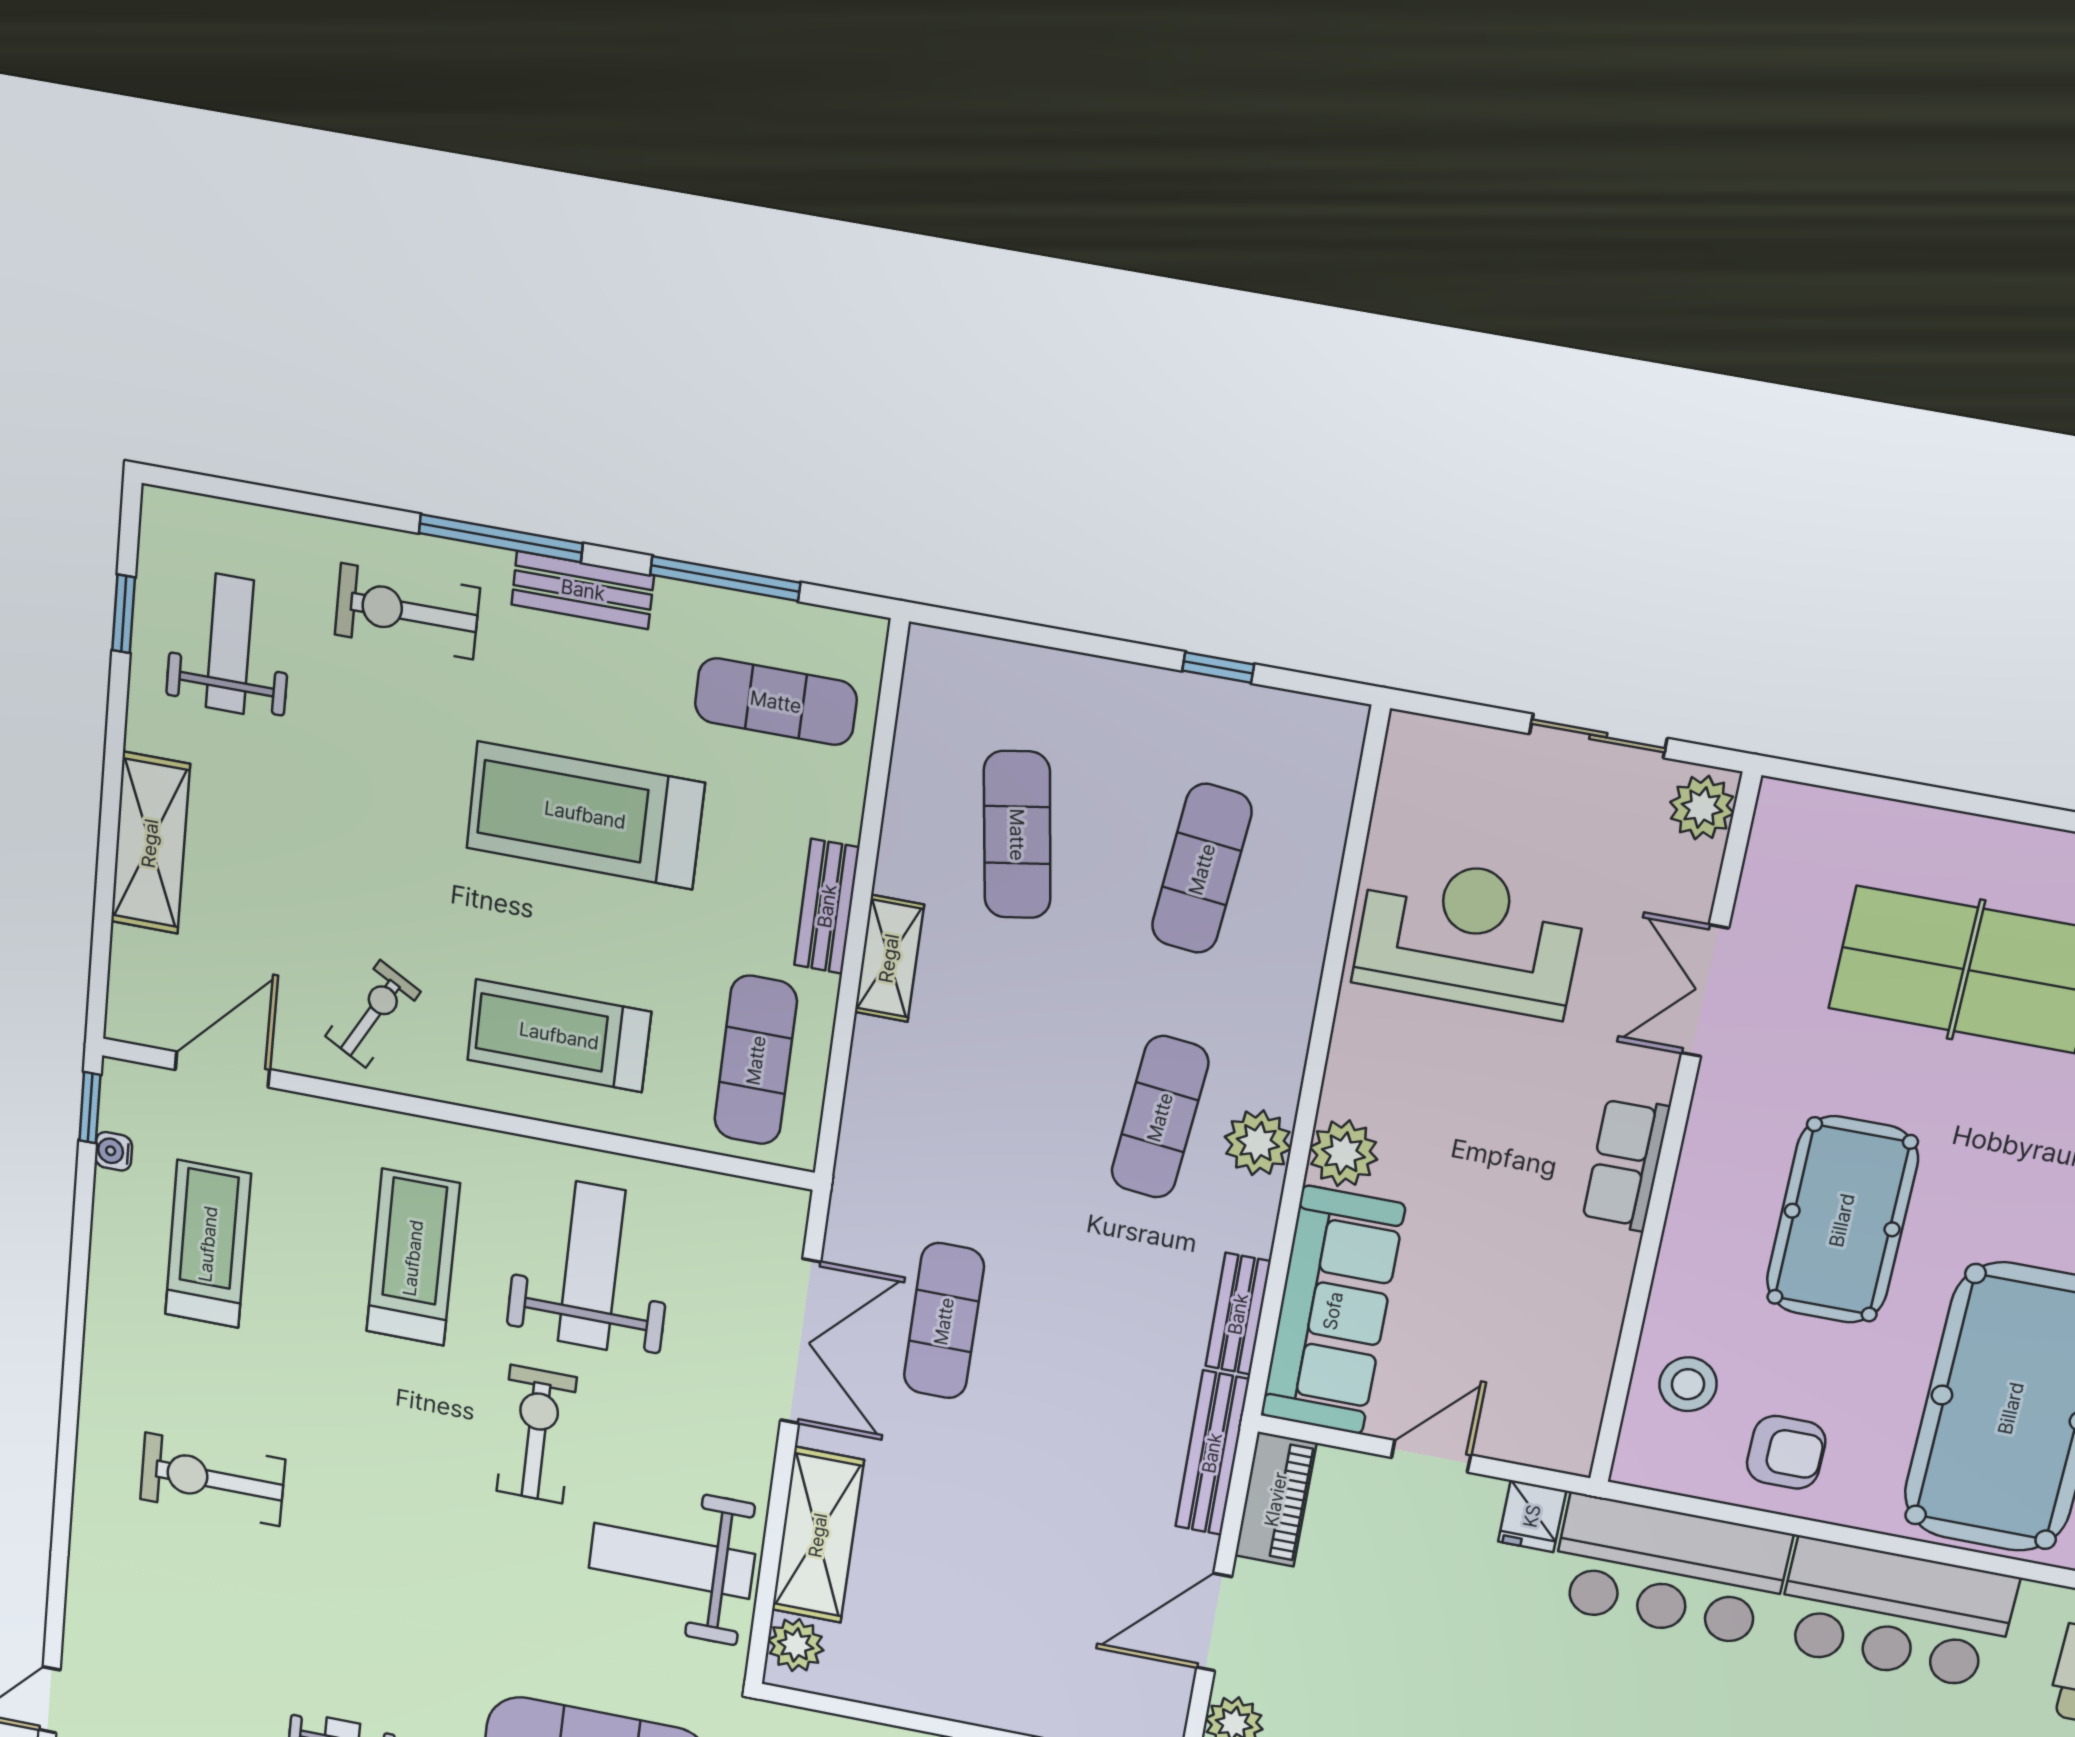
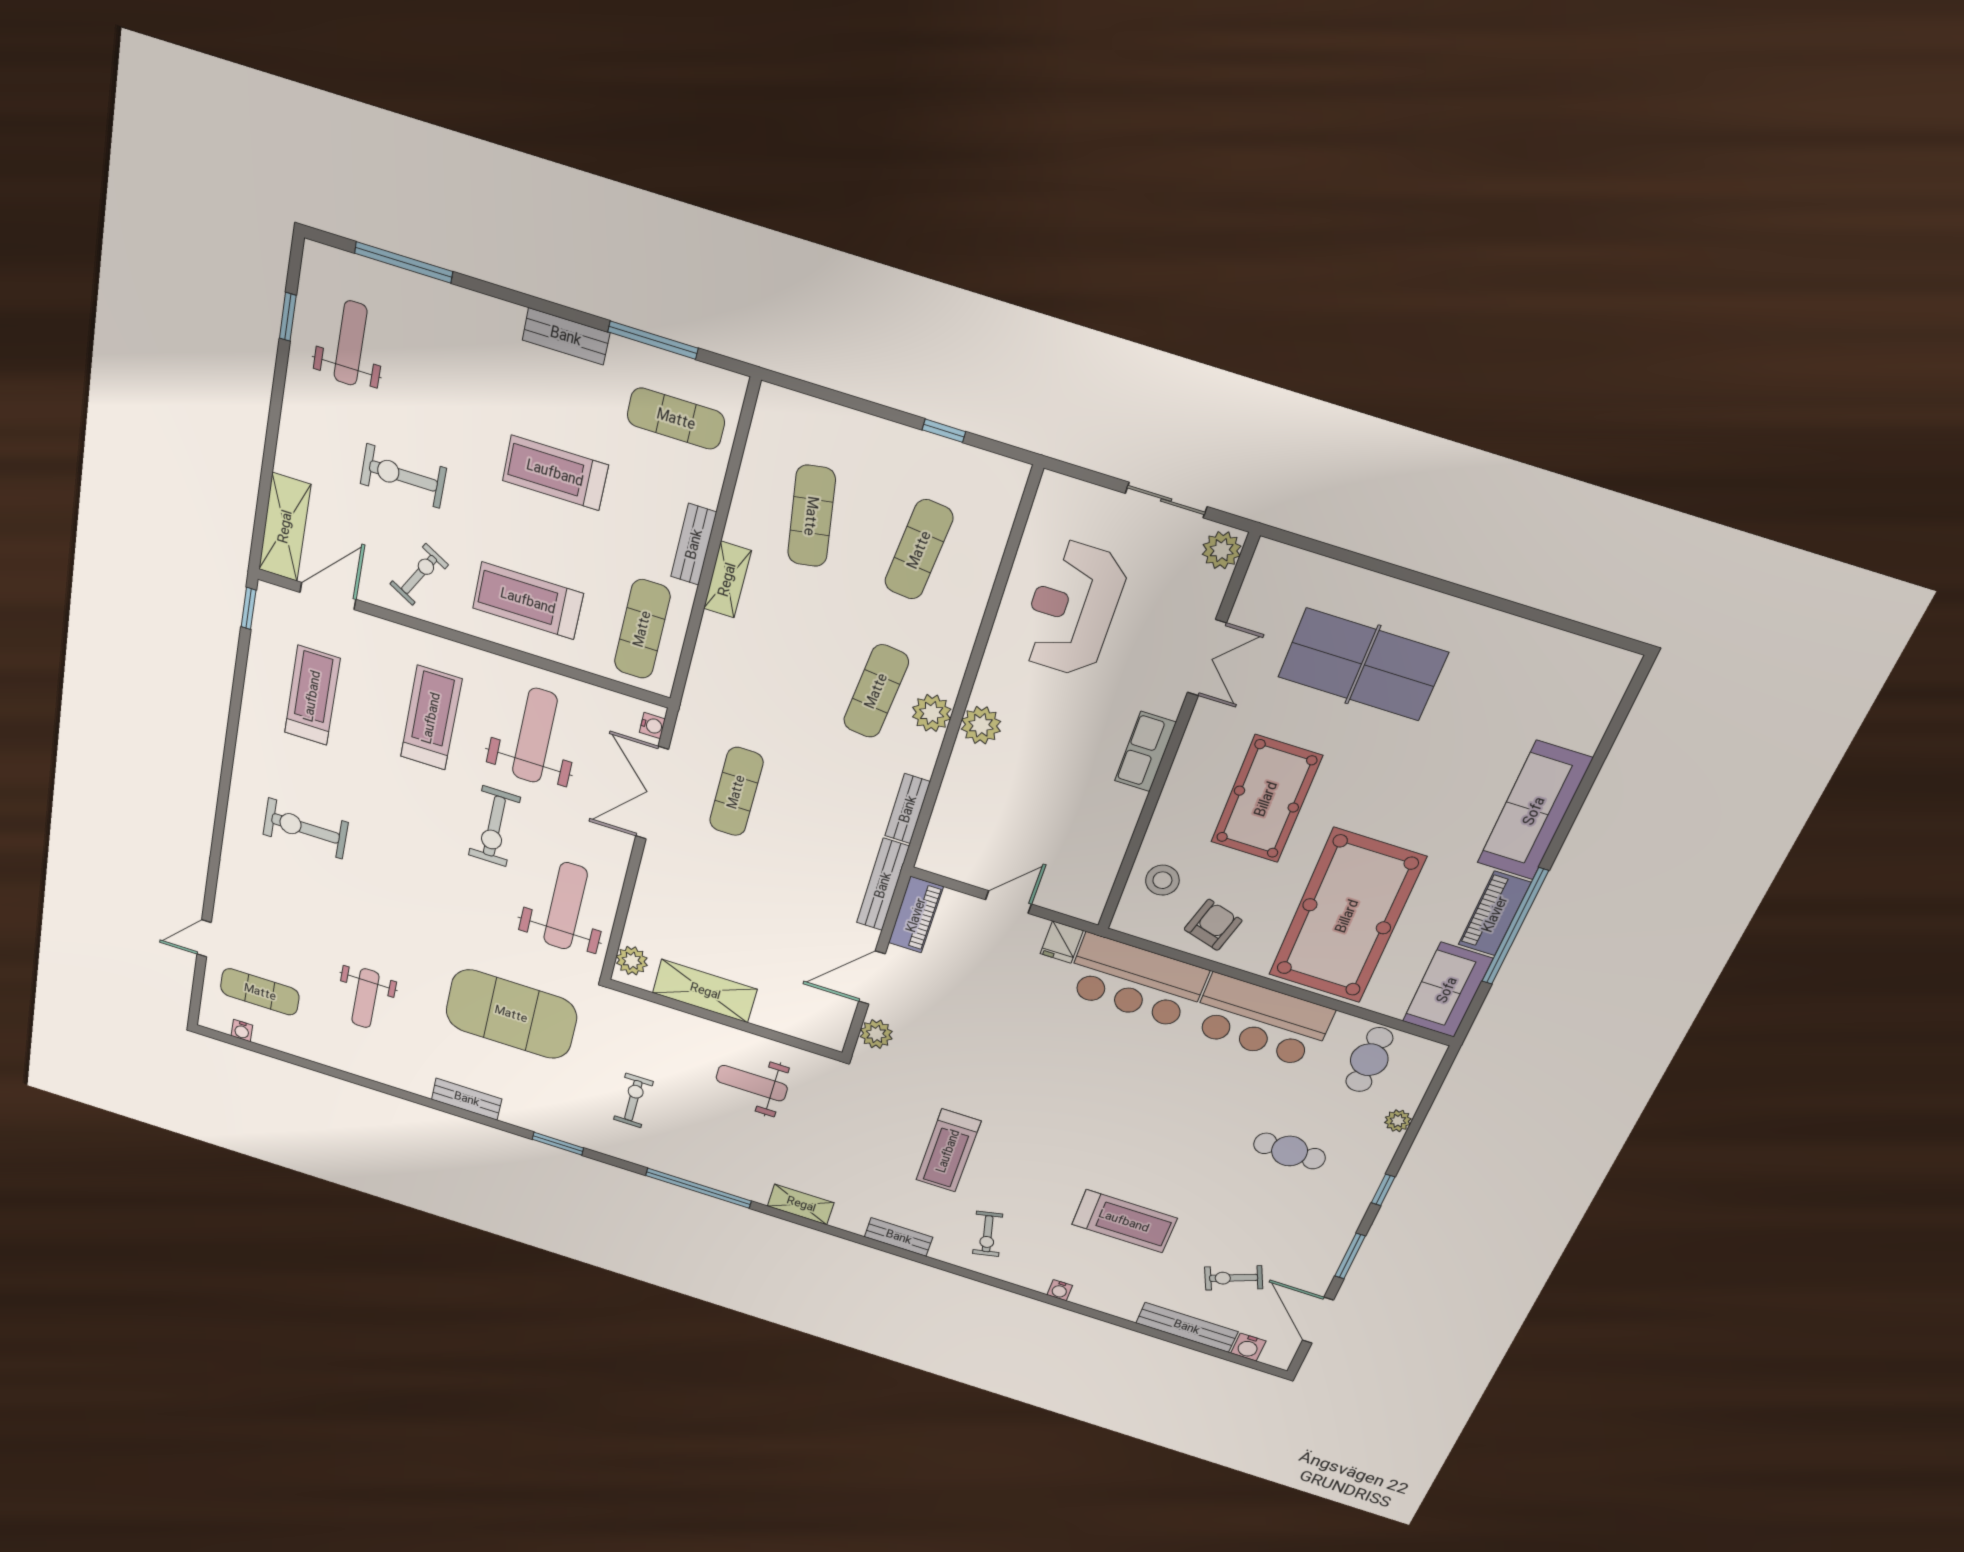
window: (501, 538) -> (404, 262), moved
exercise bike: (407, 611) -> (403, 476), moved
treadmill: (585, 815) -> (555, 473), width x0.73, depth x0.73
shelving: (150, 843) -> (285, 527), moved
reception desk: (1469, 936) -> (1072, 609), turned -90
double door: (1705, 991) -> (1207, 658), swing flipped
water cooler: (113, 1151) -> (652, 726), moved, turned 180
sofa: (1333, 1311) -> (963, 814), removed
double door: (801, 1342) -> (652, 793), swing flipped
exercise bike: (537, 1434) -> (494, 826), turned 180
armchair: (1786, 1452) -> (1213, 925), turned -74
shelving: (818, 1535) -> (705, 991), moved, turned 90
weight bench: (672, 1561) -> (565, 906), turned 90

